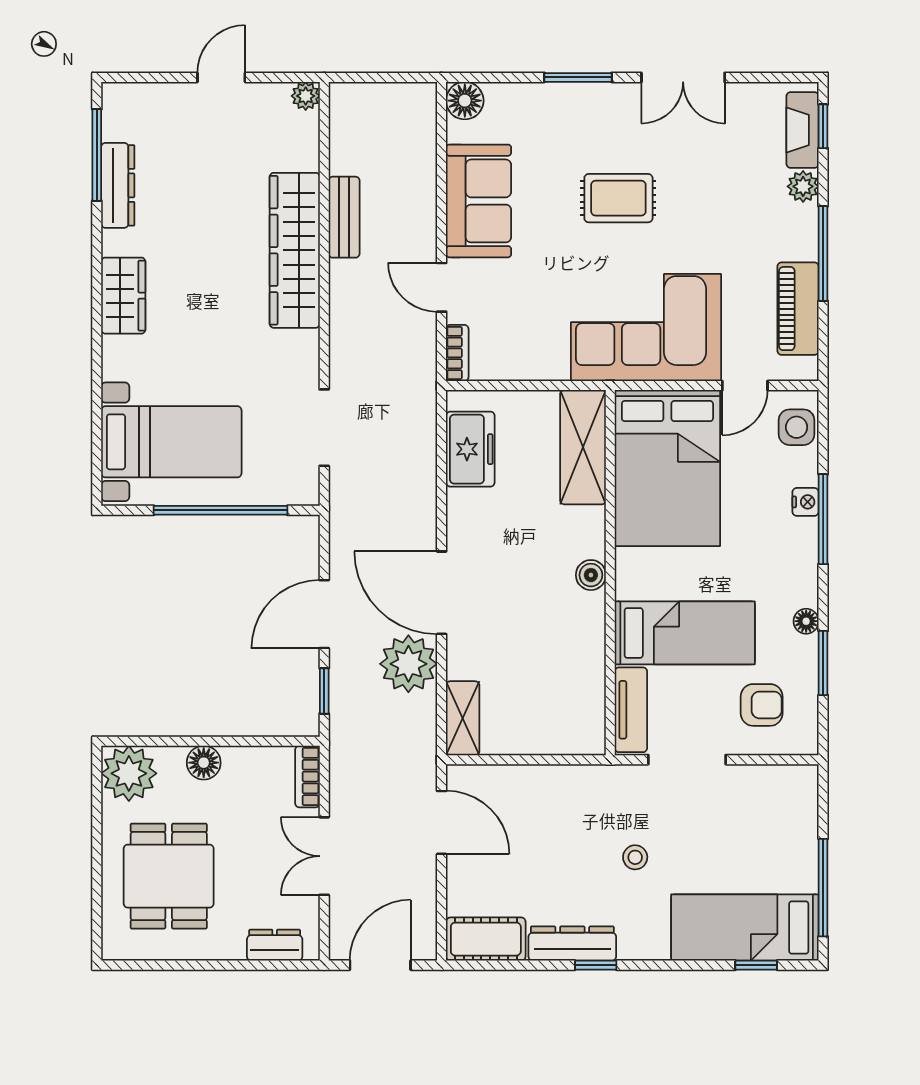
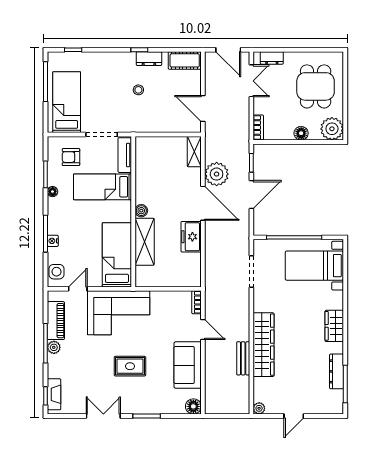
plant: (803, 186) -> (54, 347), moved
shelving: (583, 447) -> (145, 242), moved
freezer: (470, 449) -> (191, 237), moved
bed: (667, 468) -> (117, 255), width x0.67
double door: (324, 856) -> (251, 81), moved
stool: (635, 857) -> (138, 90), moved
bed: (745, 927) -> (67, 102), moved, turned -90
dresser: (572, 944) -> (149, 59), width x0.70
door: (380, 965) -> (228, 50), hinge flipped

